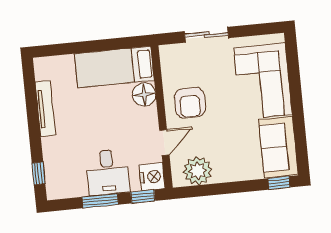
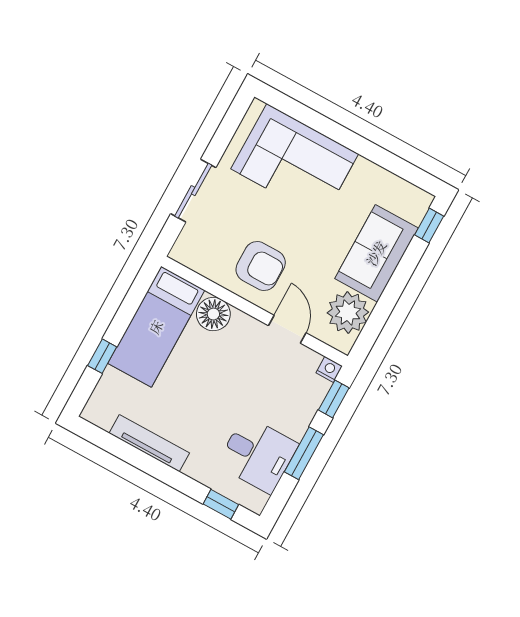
window: (76, 48) -> (102, 356), added
sofa: (278, 147) -> (376, 253), moved, turned 90
desk: (108, 172) -> (258, 454), moved
nightstand: (152, 177) -> (329, 369), width x0.53, depth x0.56

